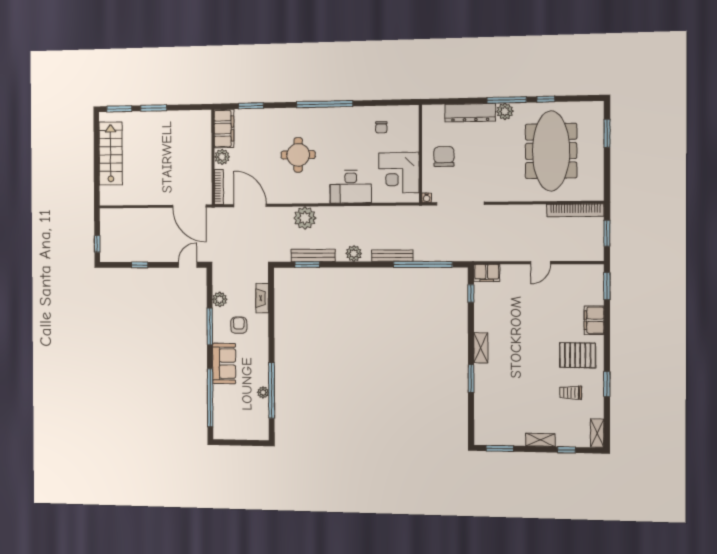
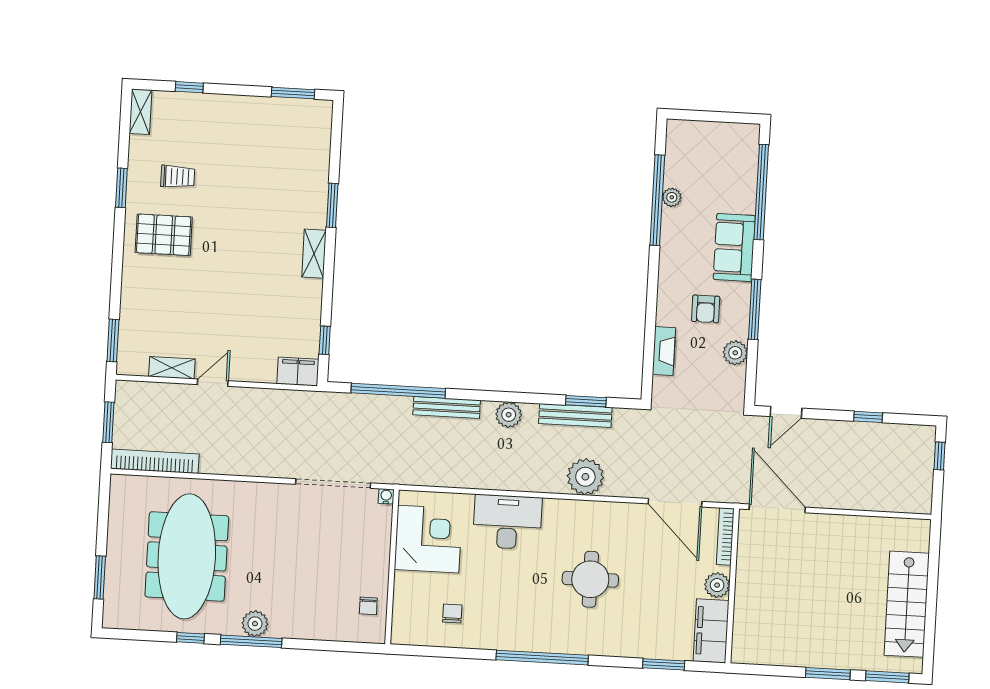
dresser: (470, 113) -> (309, 626), removed
chair: (444, 157) -> (368, 606), moved, width x0.54, depth x0.54
filing cabinet: (594, 320) -> (136, 288), removed
shelving: (540, 440) -> (172, 368), moved

